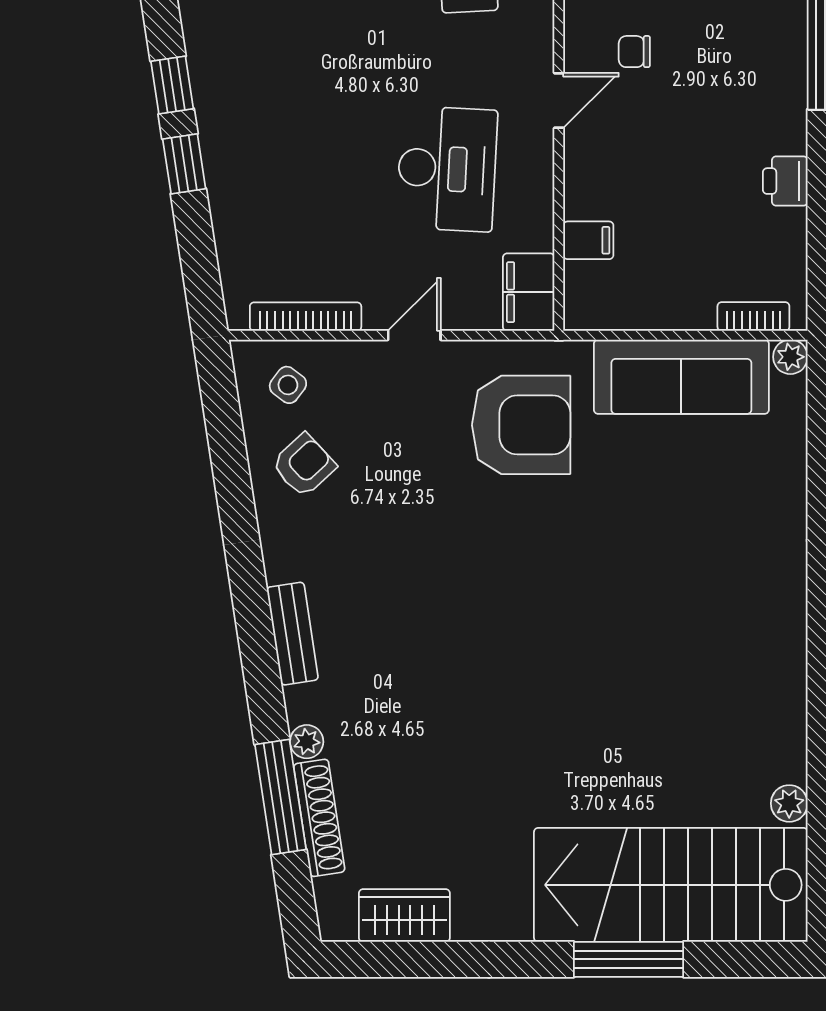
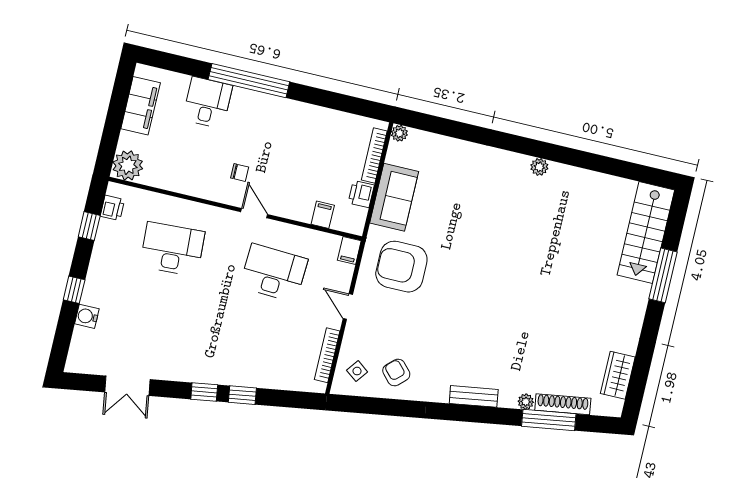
chair: (634, 52) -> (240, 172), turned -90
printer: (785, 181) -> (361, 194), moved, turned 90
filing cabinet: (529, 292) -> (349, 251), width x0.50
bookcase: (753, 316) -> (374, 156), width x1.56
sofa: (681, 377) -> (394, 197), width x0.73
armchair: (521, 425) -> (401, 267), turned -90
plant: (789, 803) -> (539, 167), moved
stairs: (671, 885) -> (646, 233), width x0.73, depth x0.66

